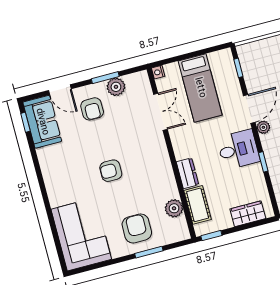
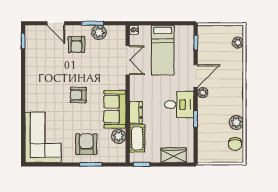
sofa: (42, 122) -> (115, 109), moved, turned 180

